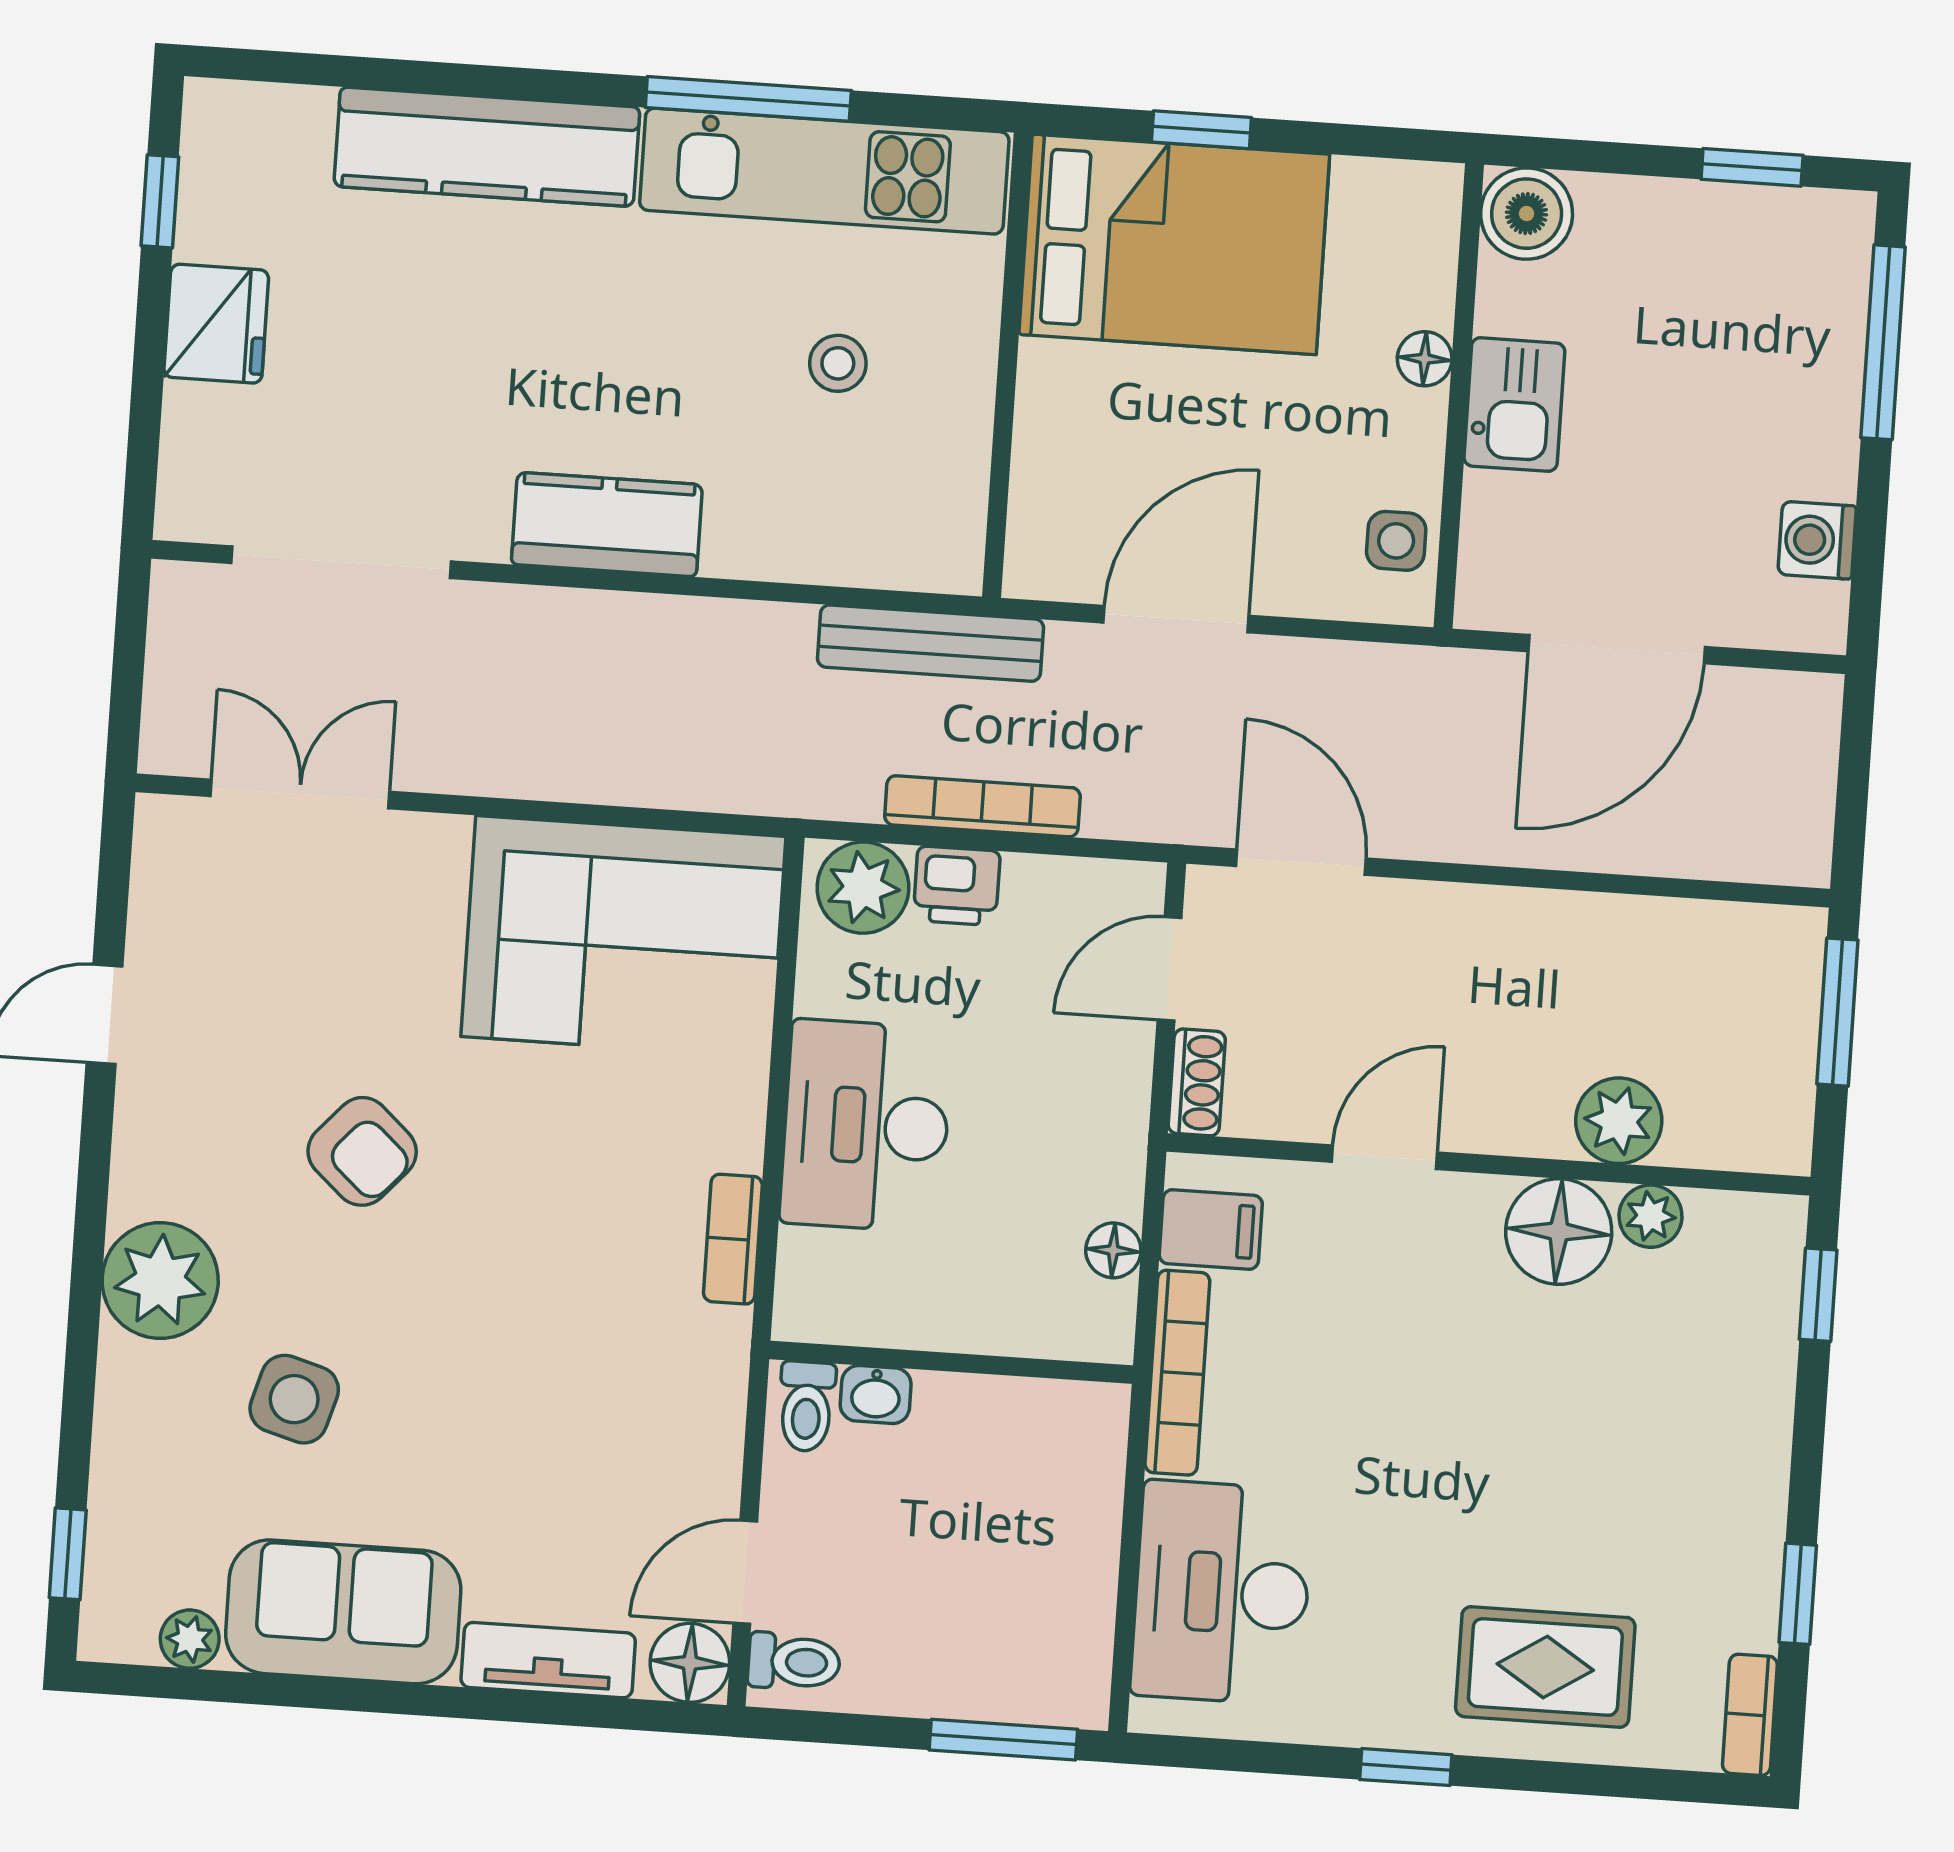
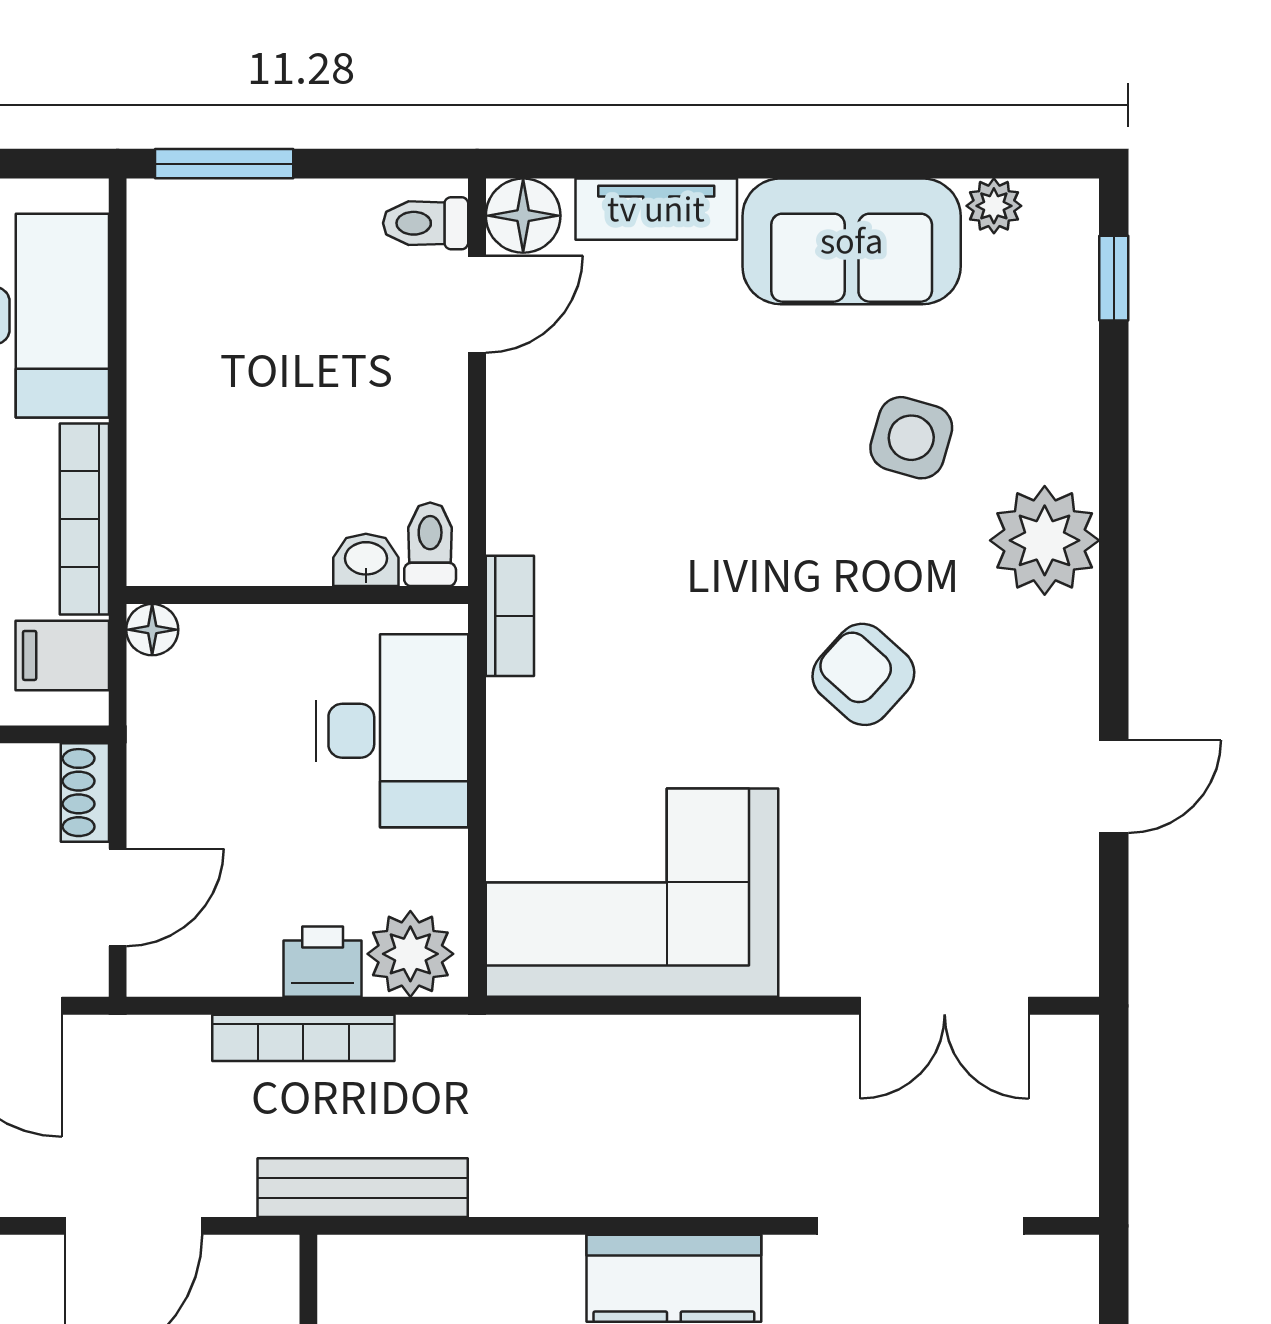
wall: (951, 1362) -> (297, 595), moved
washbasin: (876, 1395) -> (366, 560), moved
toilet: (807, 1406) -> (430, 544), moved

